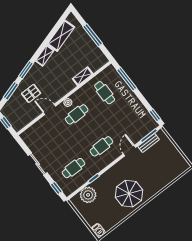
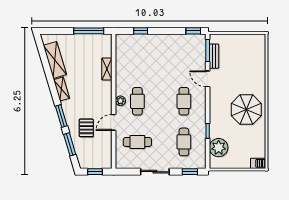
window: (93, 35) -> (89, 31), moved
window: (127, 79) -> (141, 31), width x0.46
cafe table: (105, 93) -> (137, 142), moved

